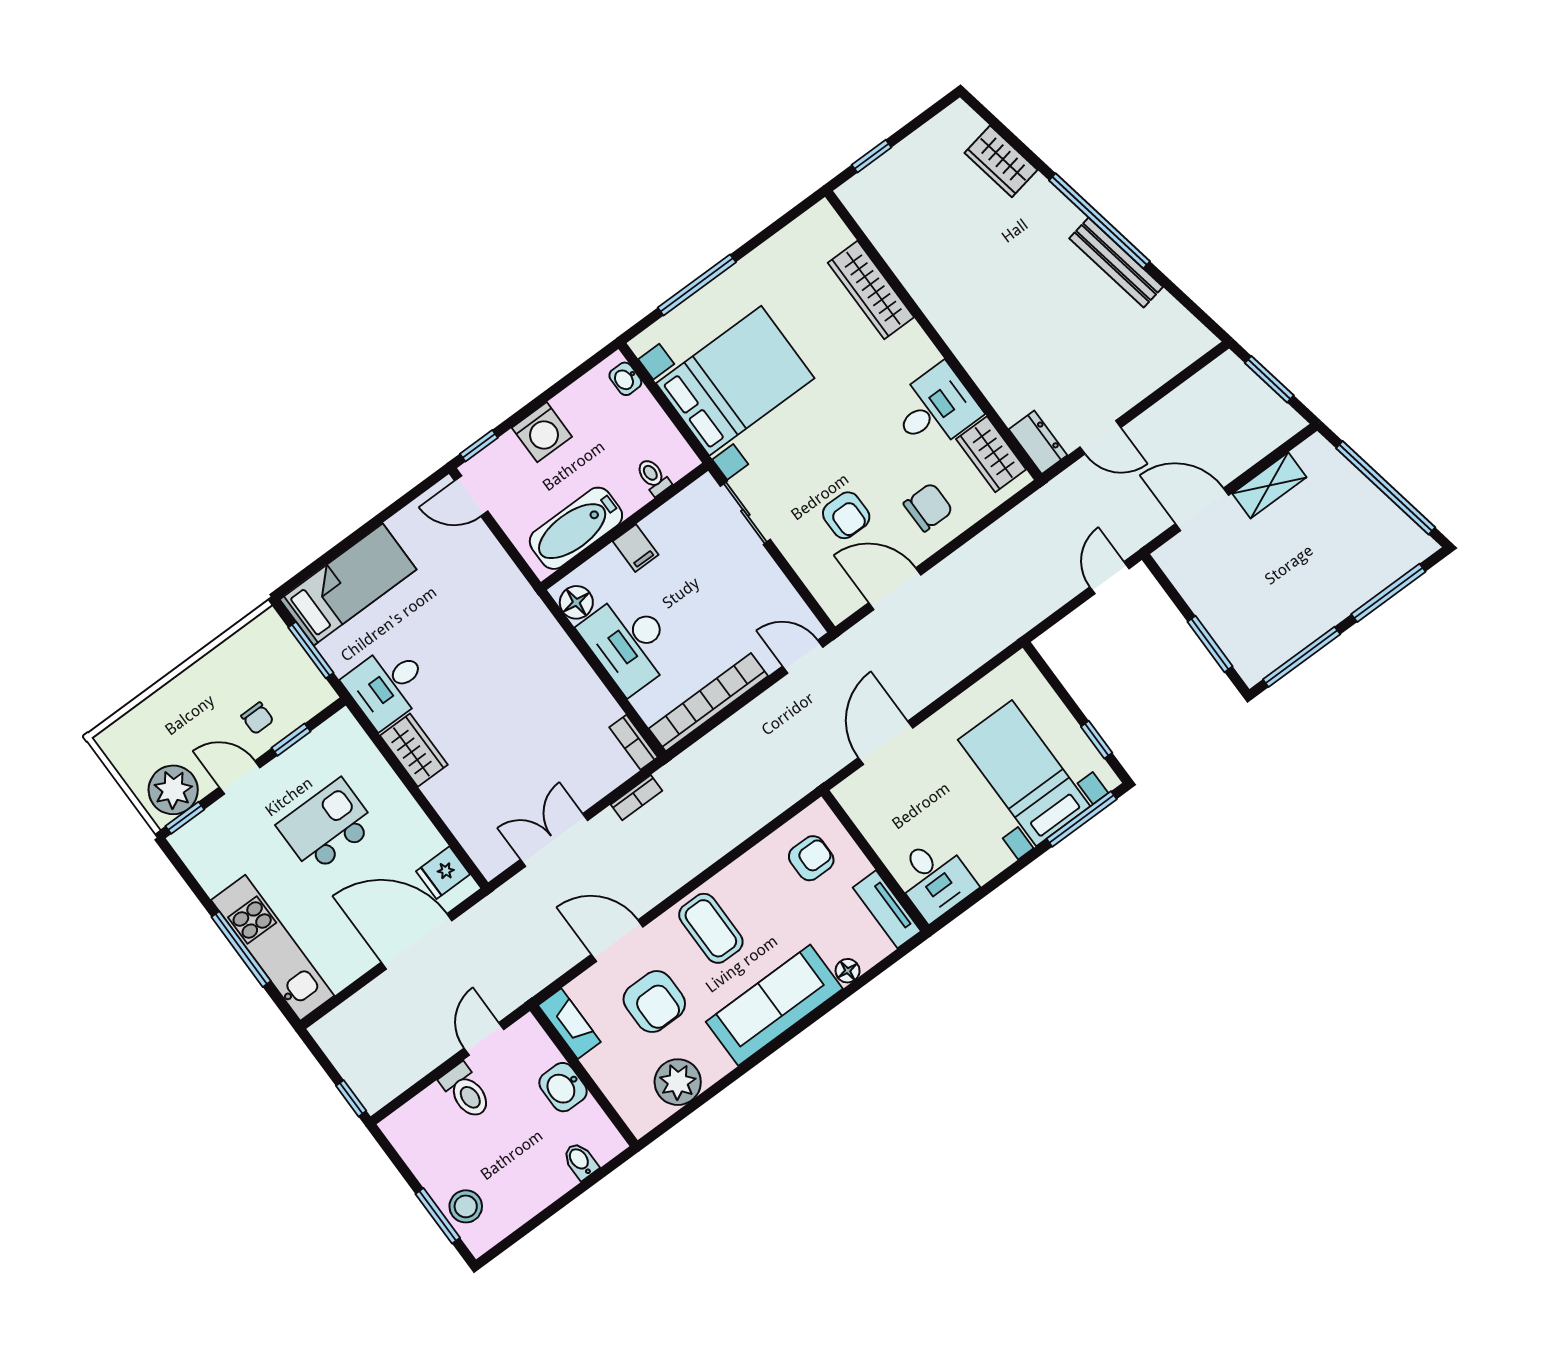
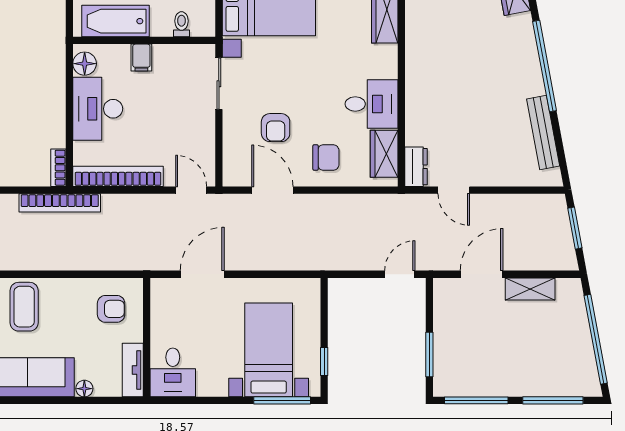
bench: (1116, 263) -> (543, 132), moved
door: (1202, 509) -> (482, 274), hinge flipped
bookcase: (636, 798) -> (60, 203), width x2.31, depth x1.31

